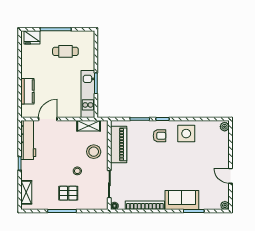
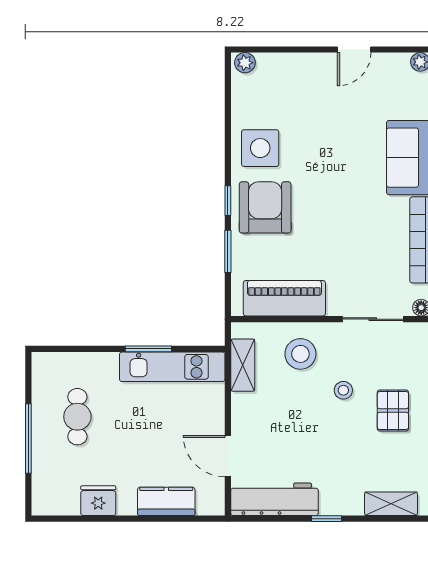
fridge: (32, 37) -> (98, 501), moved, turned -90
armchair: (159, 136) -> (265, 207), width x1.88, depth x1.88

